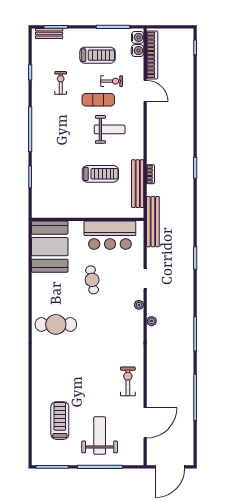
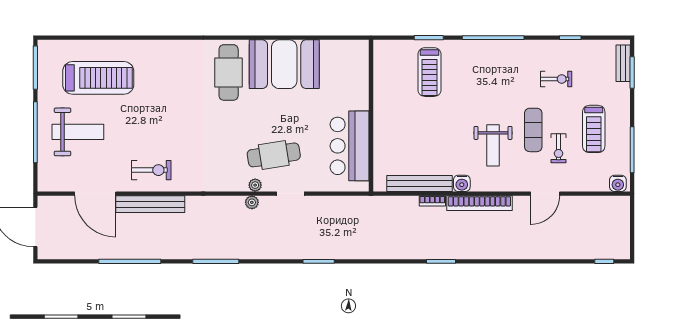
water cooler: (138, 51) -> (462, 183), moved
bookcase: (152, 55) -> (479, 203), moved
treadmill: (100, 174) -> (430, 72), moved
bench: (153, 222) -> (150, 204), moved
booth: (50, 247) -> (284, 64), moved
cafe table: (92, 280) -> (274, 155), moved, width x1.37, depth x1.35
plant: (152, 321) -> (252, 202), moved
treadmill: (60, 421) -> (98, 78), width x1.37, depth x1.38

